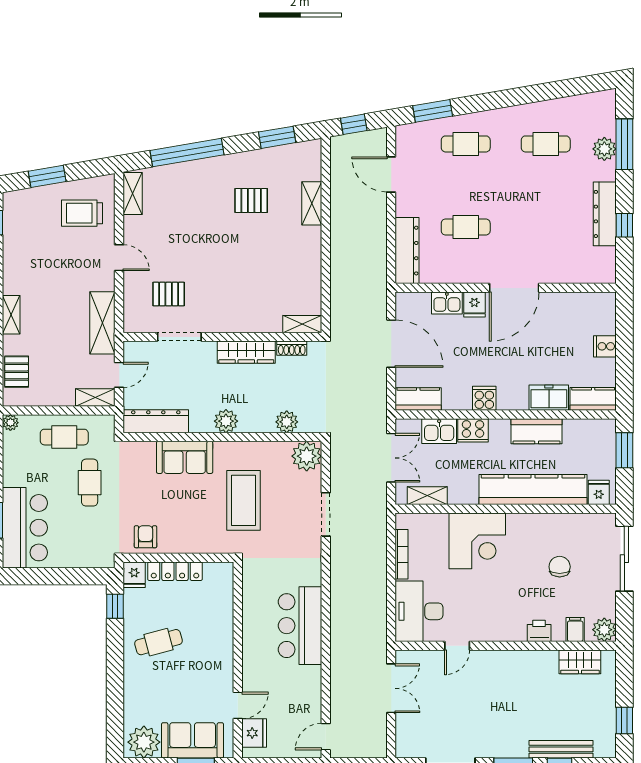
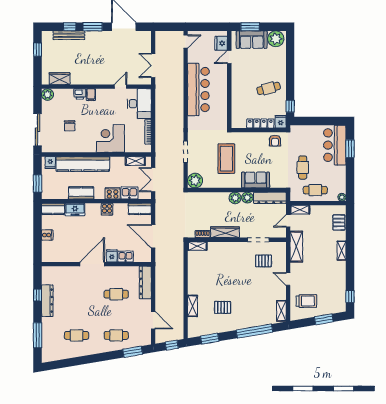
plant: (604, 149) -> (47, 333), removed
plant: (287, 422) -> (247, 198), moved
bar counter: (300, 626) -> (198, 90), width x1.36
filing cabinet: (575, 630) -> (91, 95), moved

